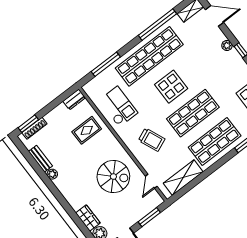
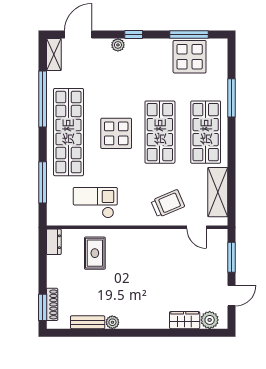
trolley: (152, 140) -> (168, 204), moved
spiral stairs: (113, 177) -> (162, 262), removed

